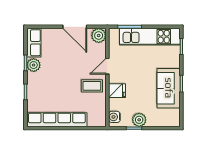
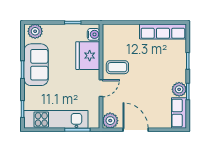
fridge: (117, 91) -> (88, 56), width x1.88, depth x1.34
row of seats: (57, 120) -> (163, 31), width x0.73
plant: (139, 120) -> (35, 31), moved

